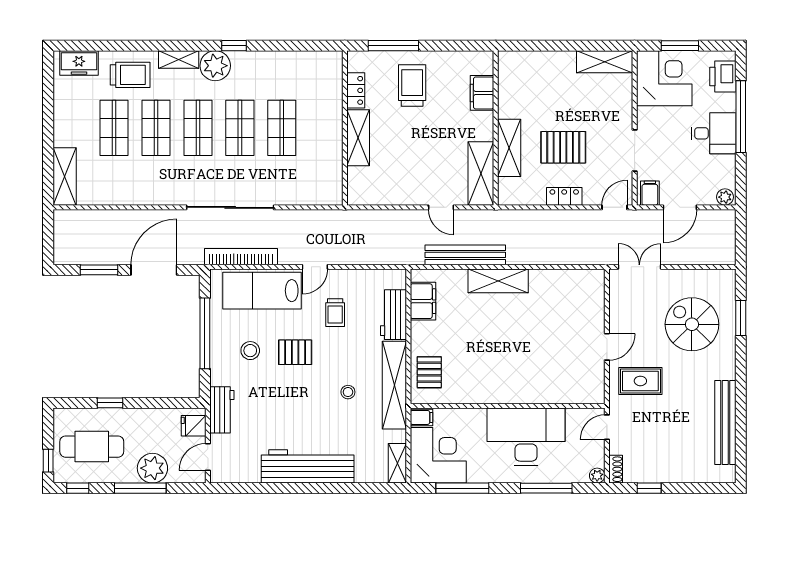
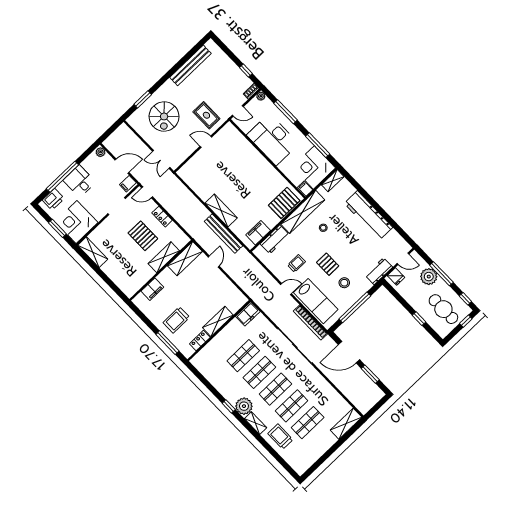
freezer: (79, 63) -> (248, 314), moved, turned 90
pallet: (429, 372) -> (284, 203), width x1.50, depth x1.42

